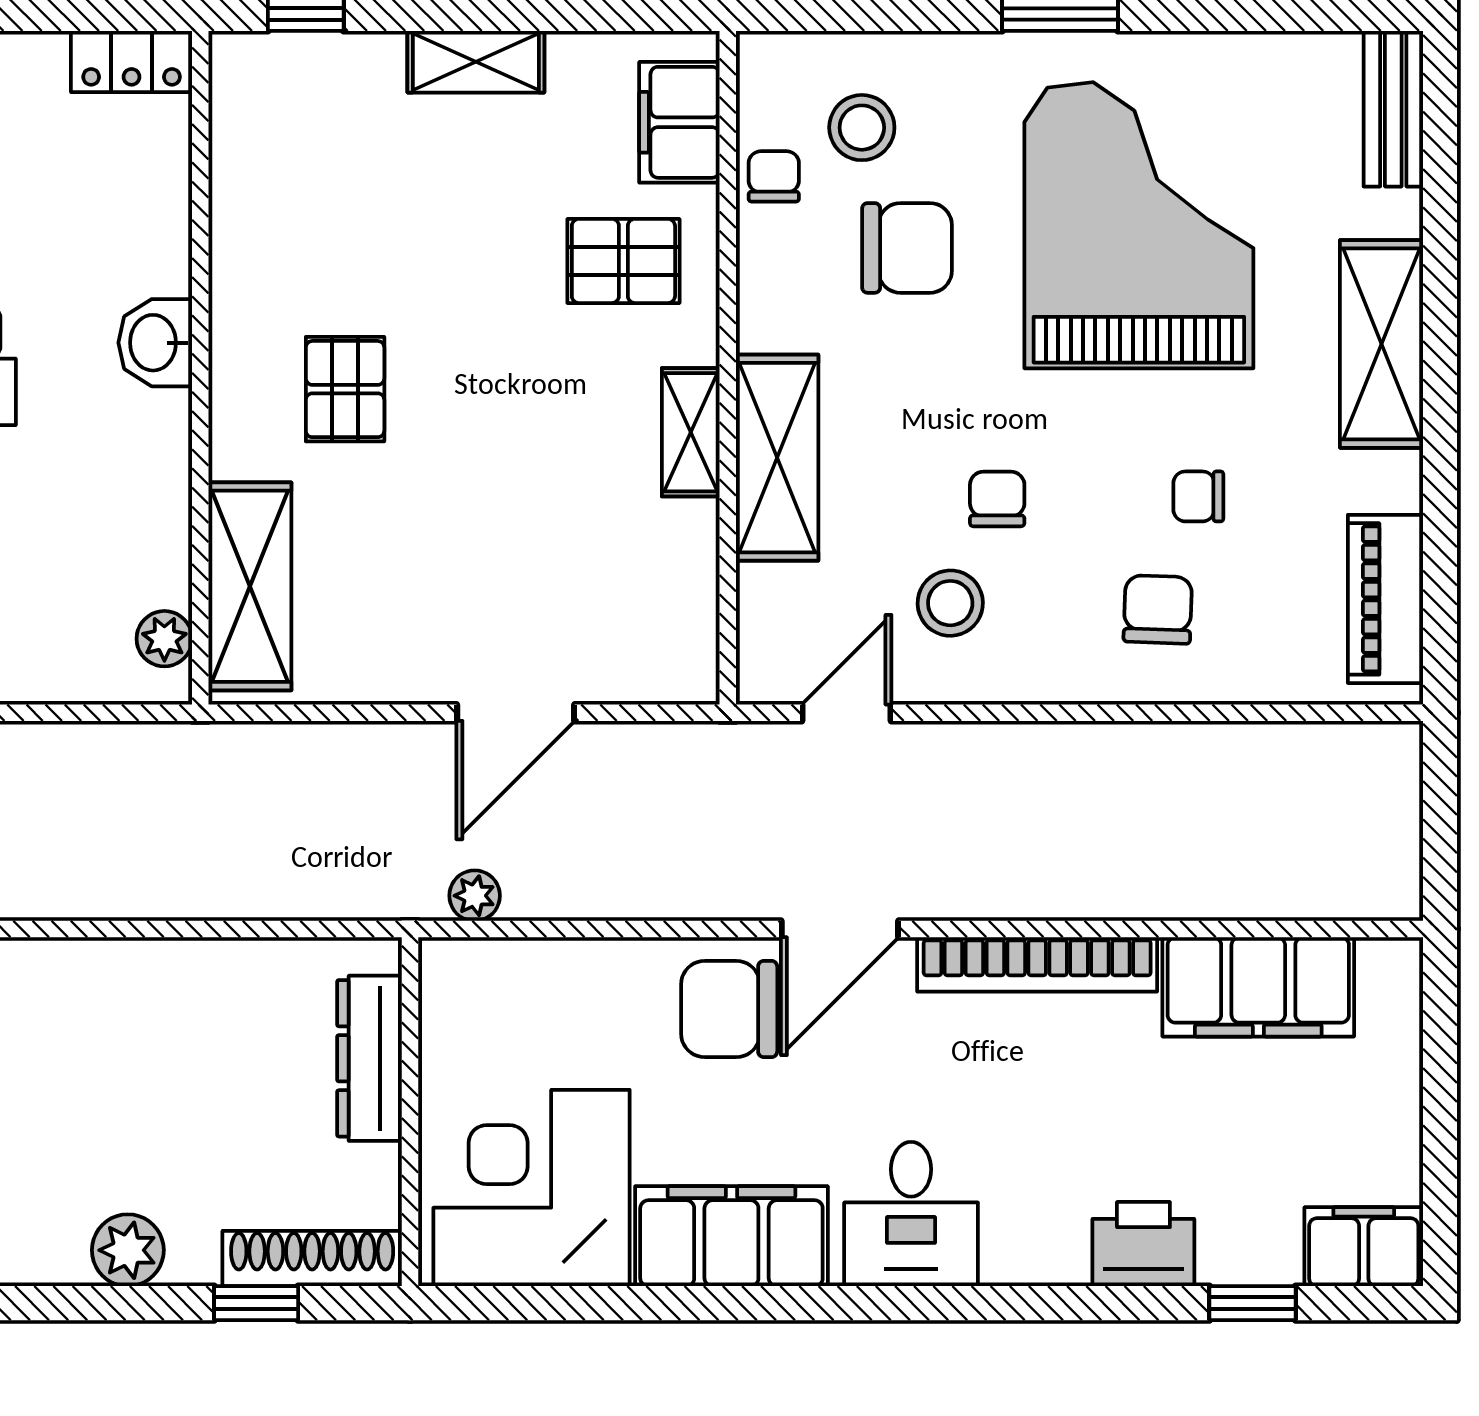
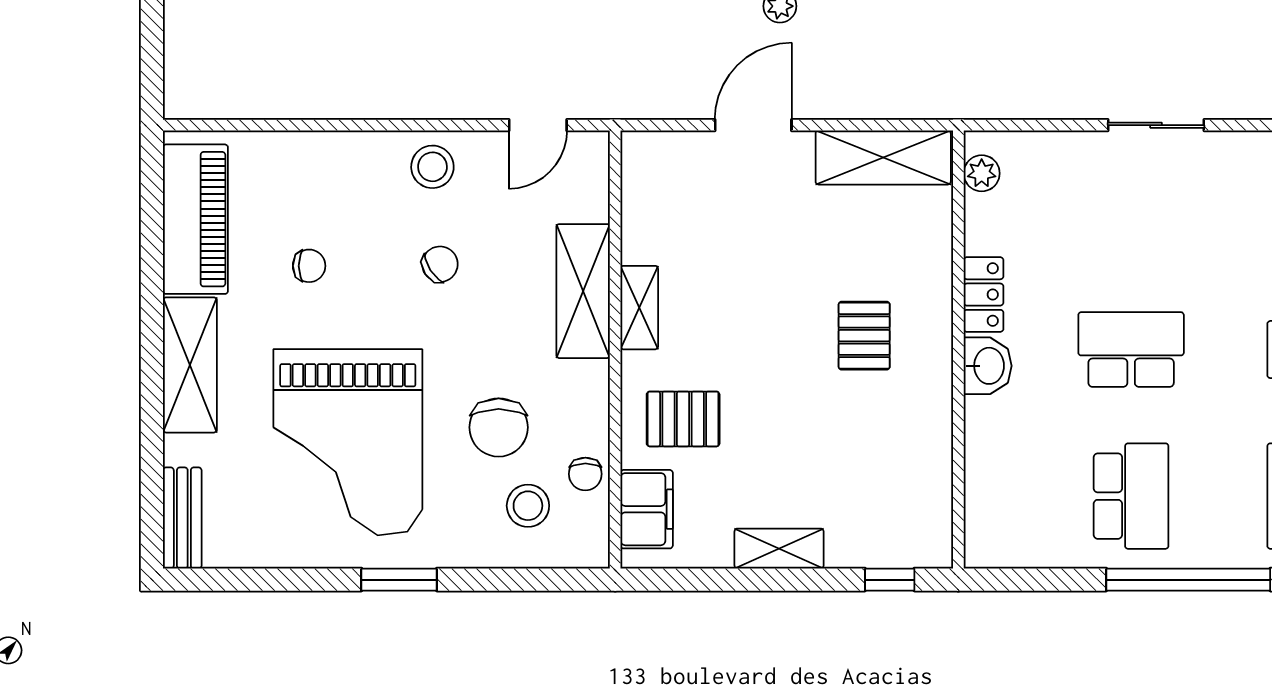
locker: (132, 62) -> (984, 295), moved, turned 90
chair: (907, 248) -> (499, 427), turned -90
chair: (997, 499) -> (440, 264), turned -123
shelving: (250, 586) -> (883, 157), moved, turned 90
piano: (1385, 599) -> (195, 219), width x1.37, depth x1.33
stool: (950, 603) -> (432, 167), moved
chair: (1158, 609) -> (335, 192), removed

